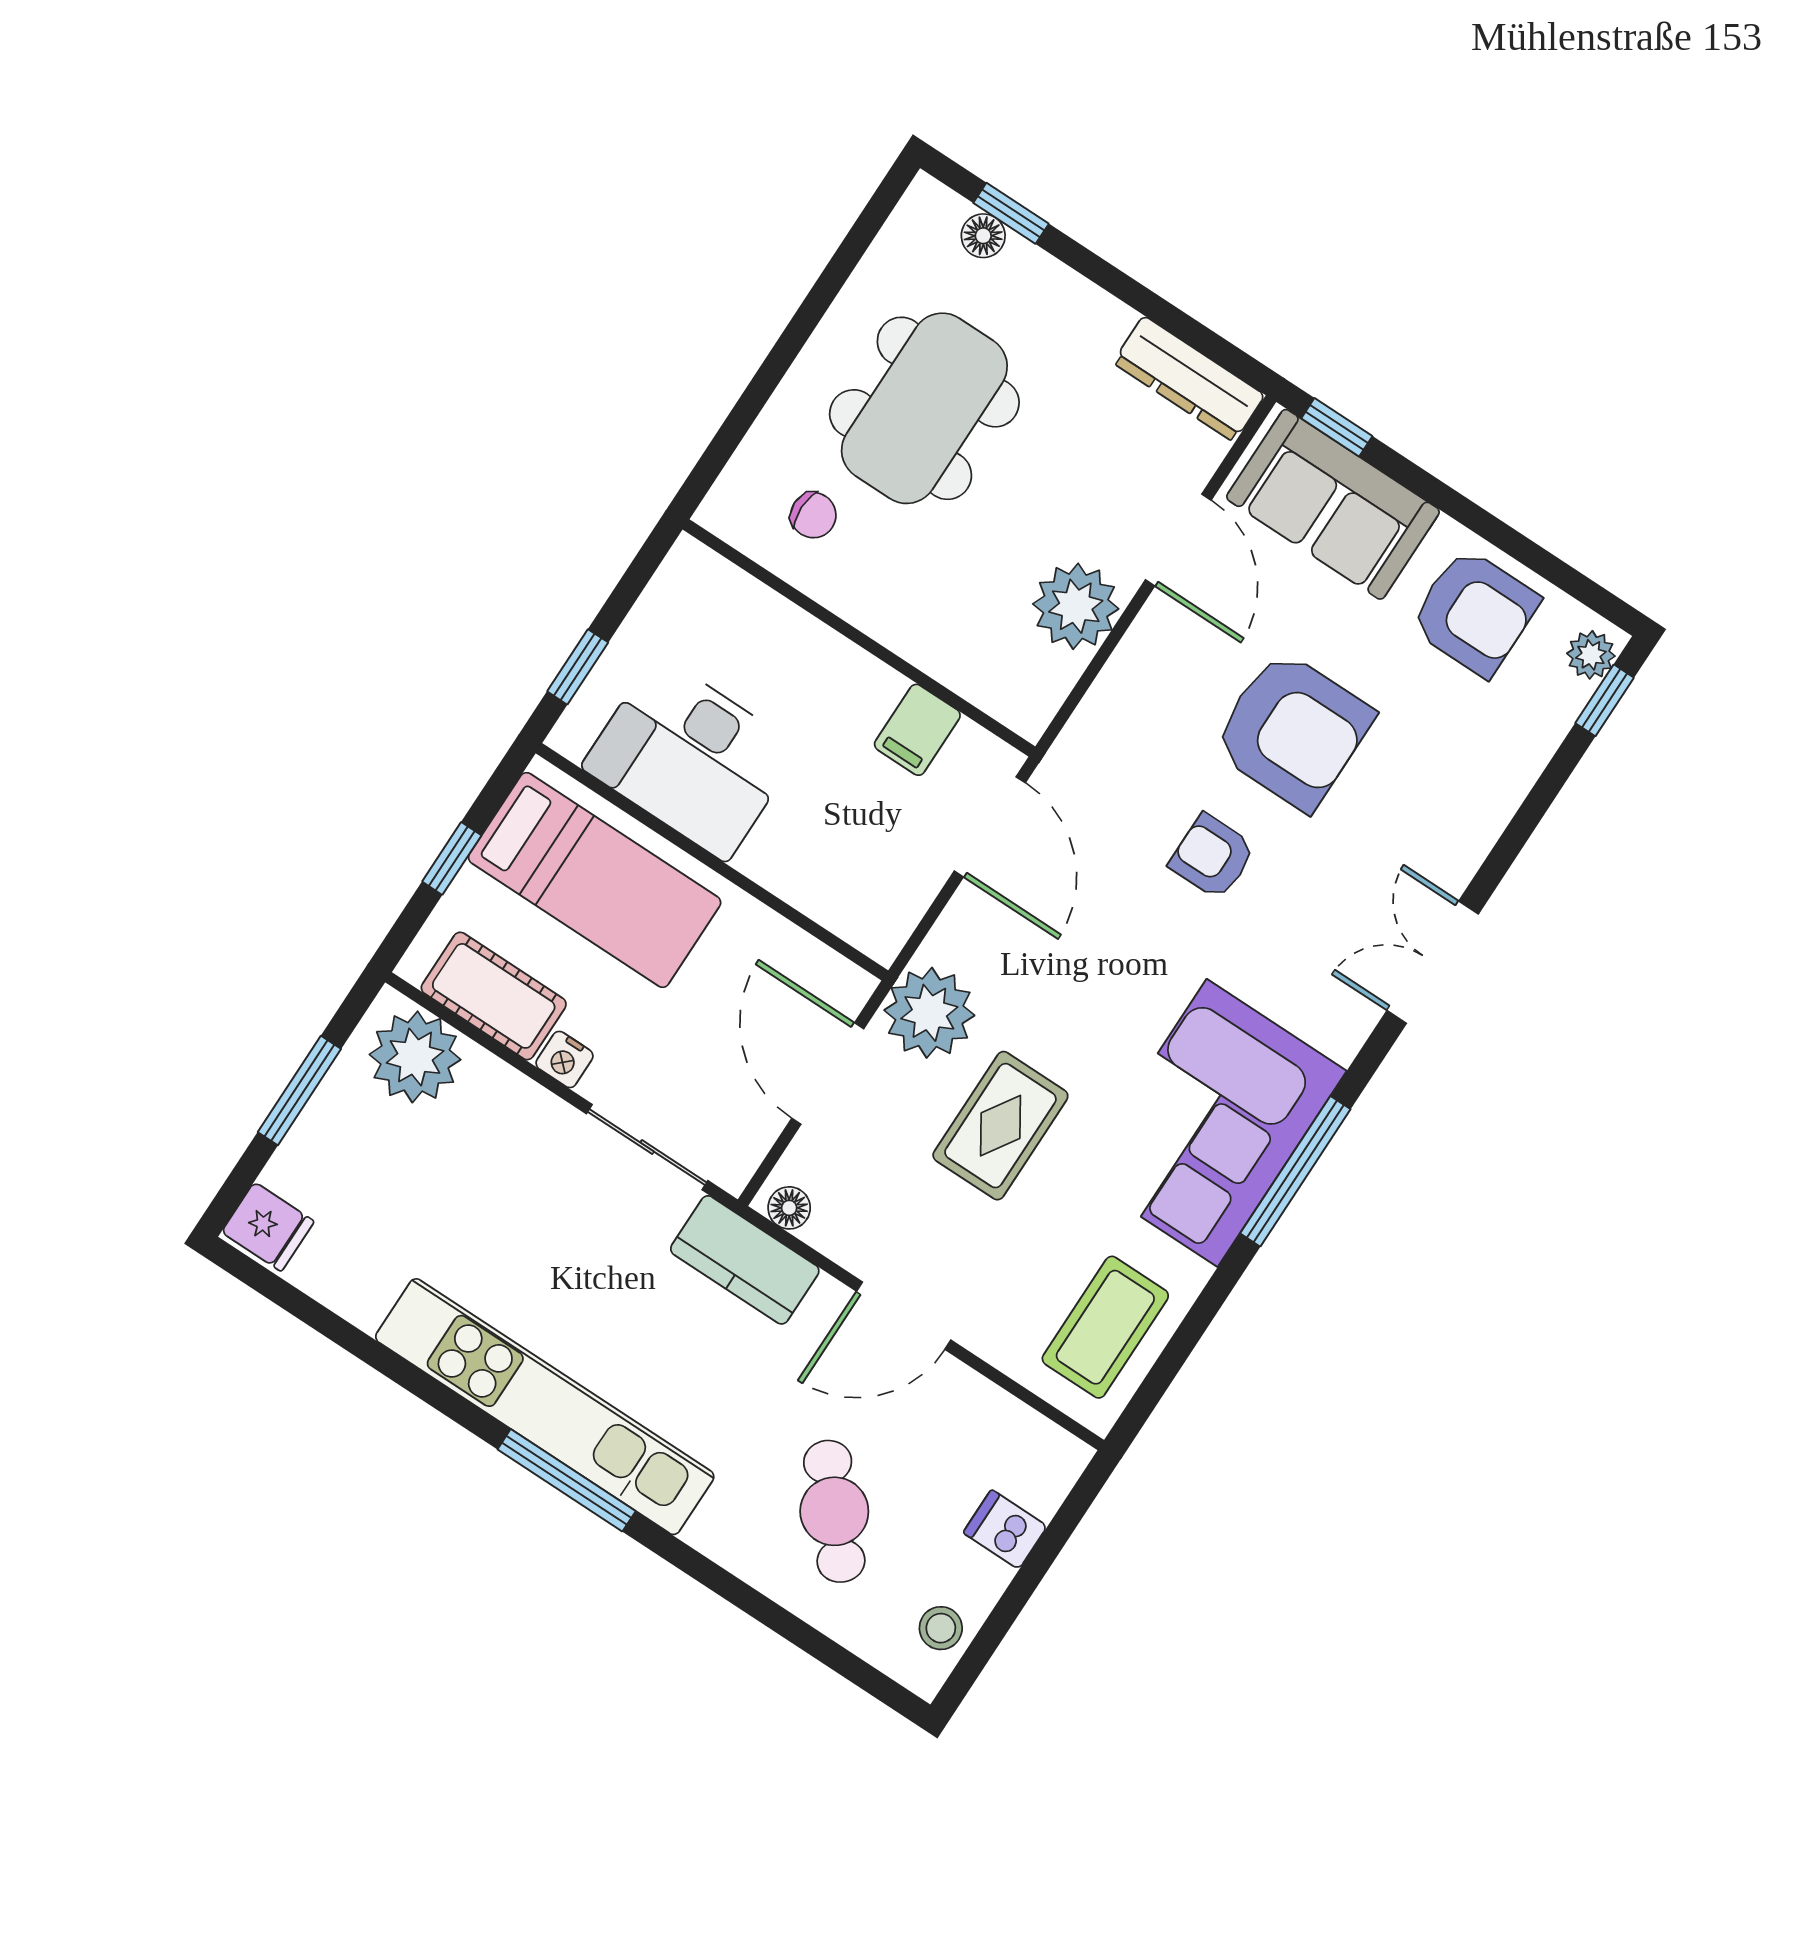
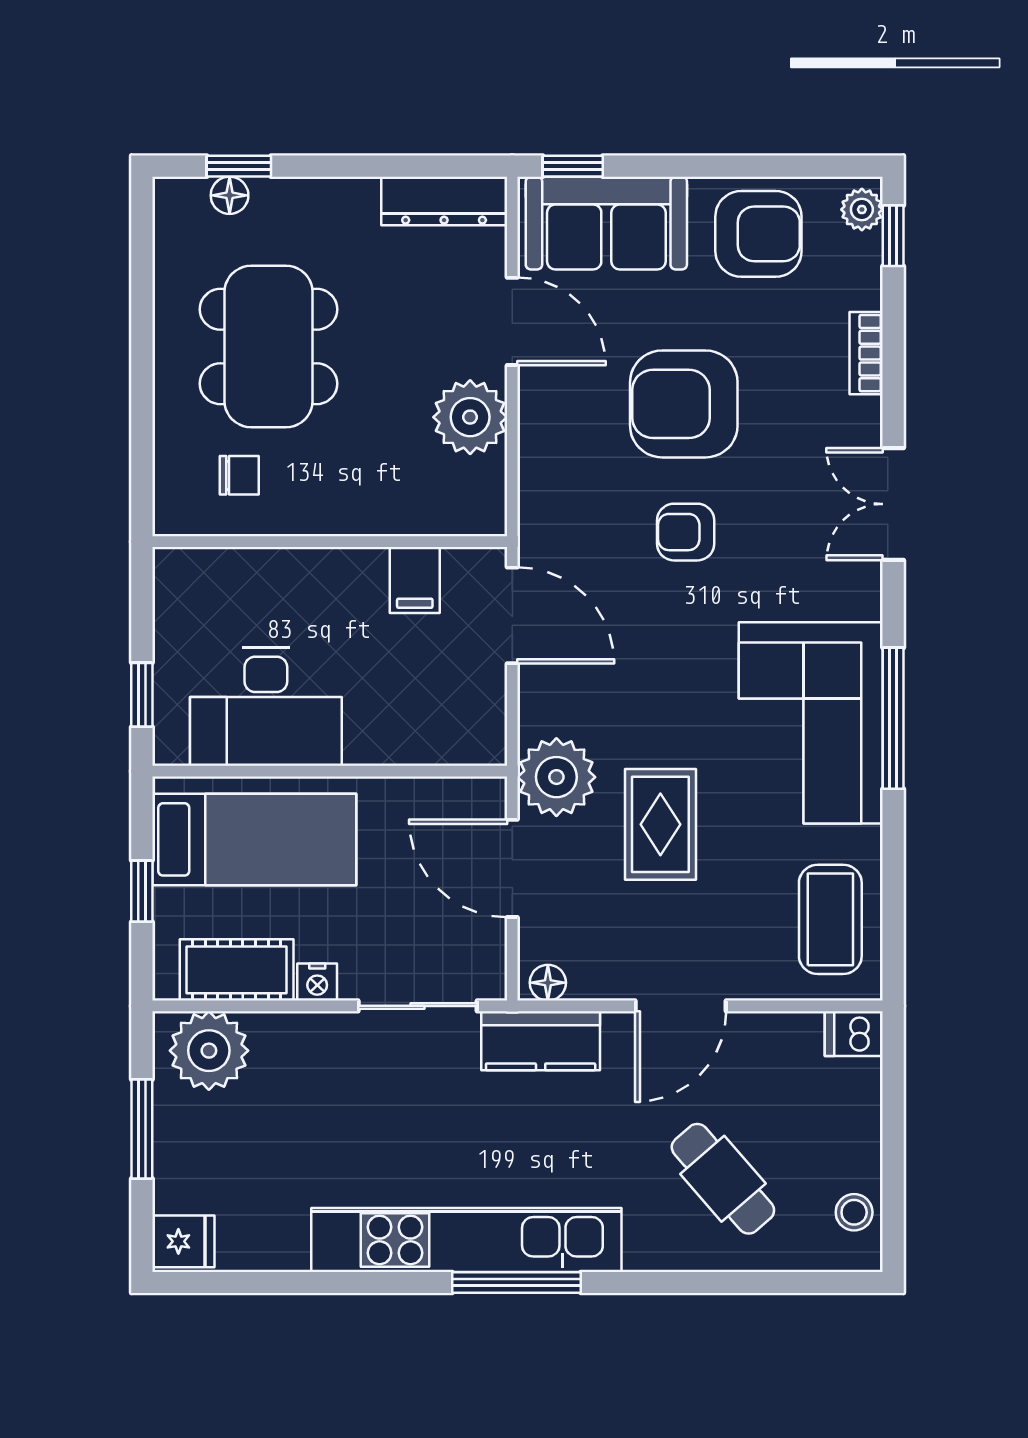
armchair: (1293, 730) -> (684, 404), turned 180
bookcase: (1503, 798) -> (866, 353), added
dishwasher: (1005, 1529) -> (854, 1034), moved

